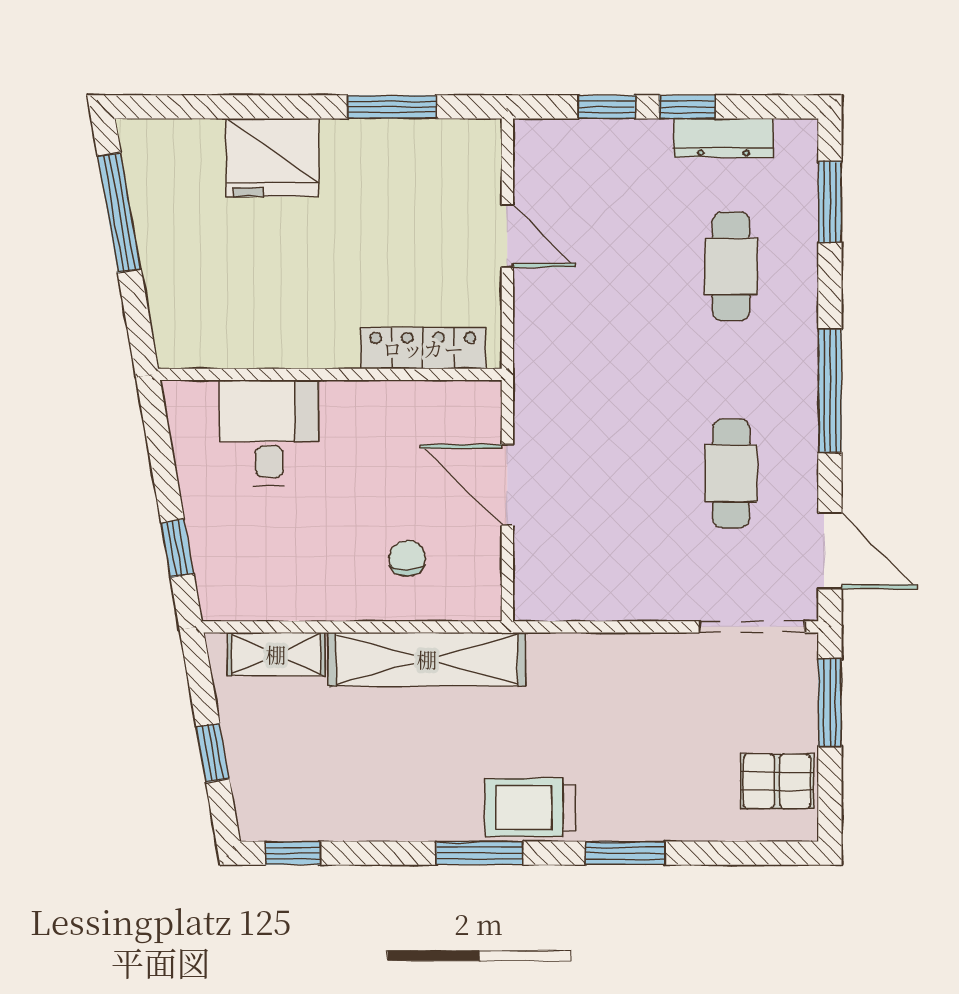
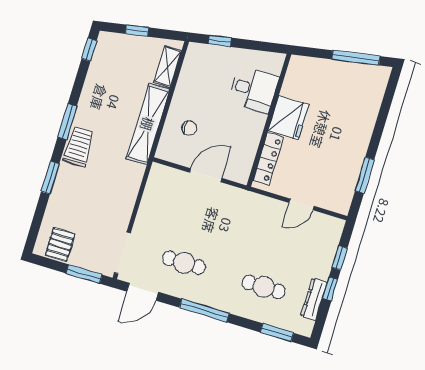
fridge: (272, 157) -> (288, 118), moved, turned 180

